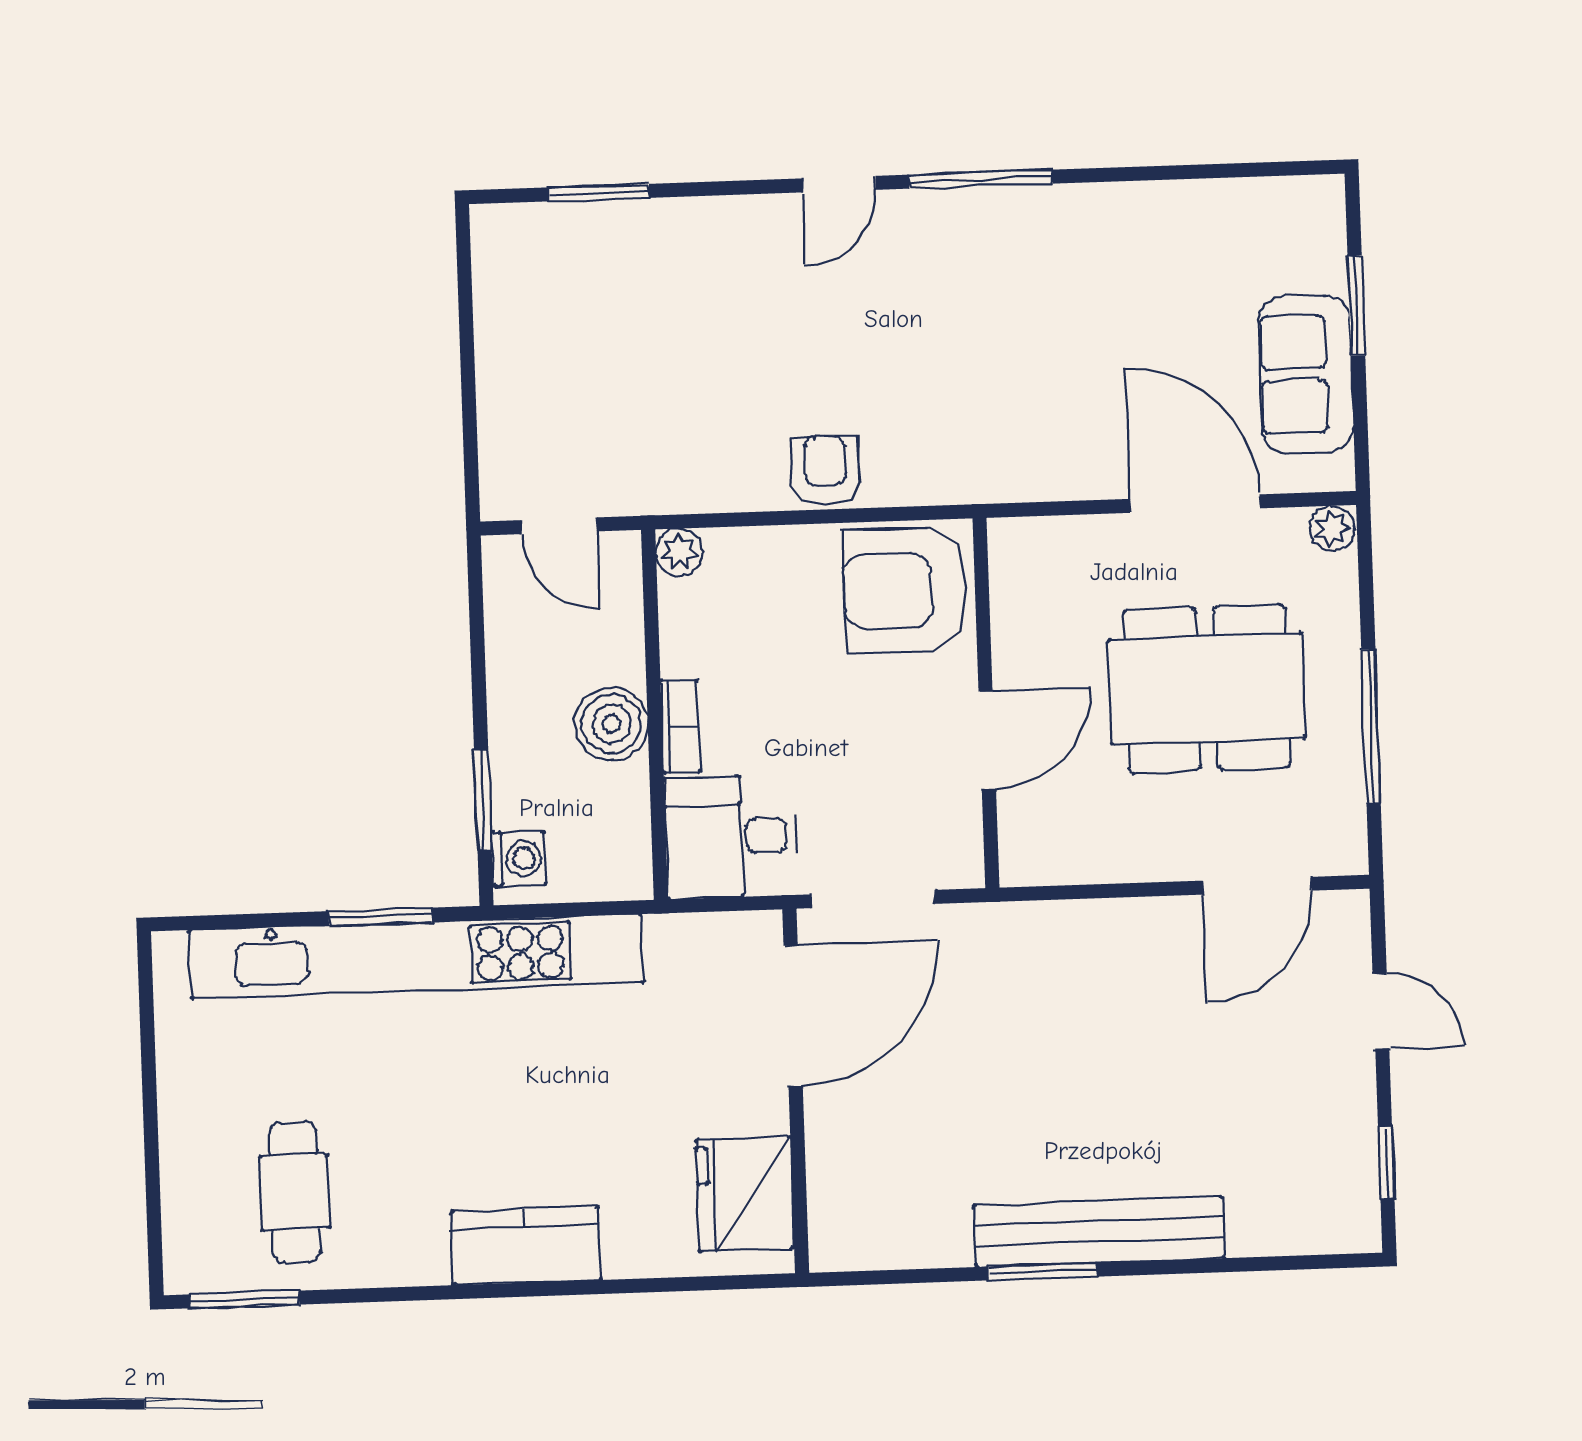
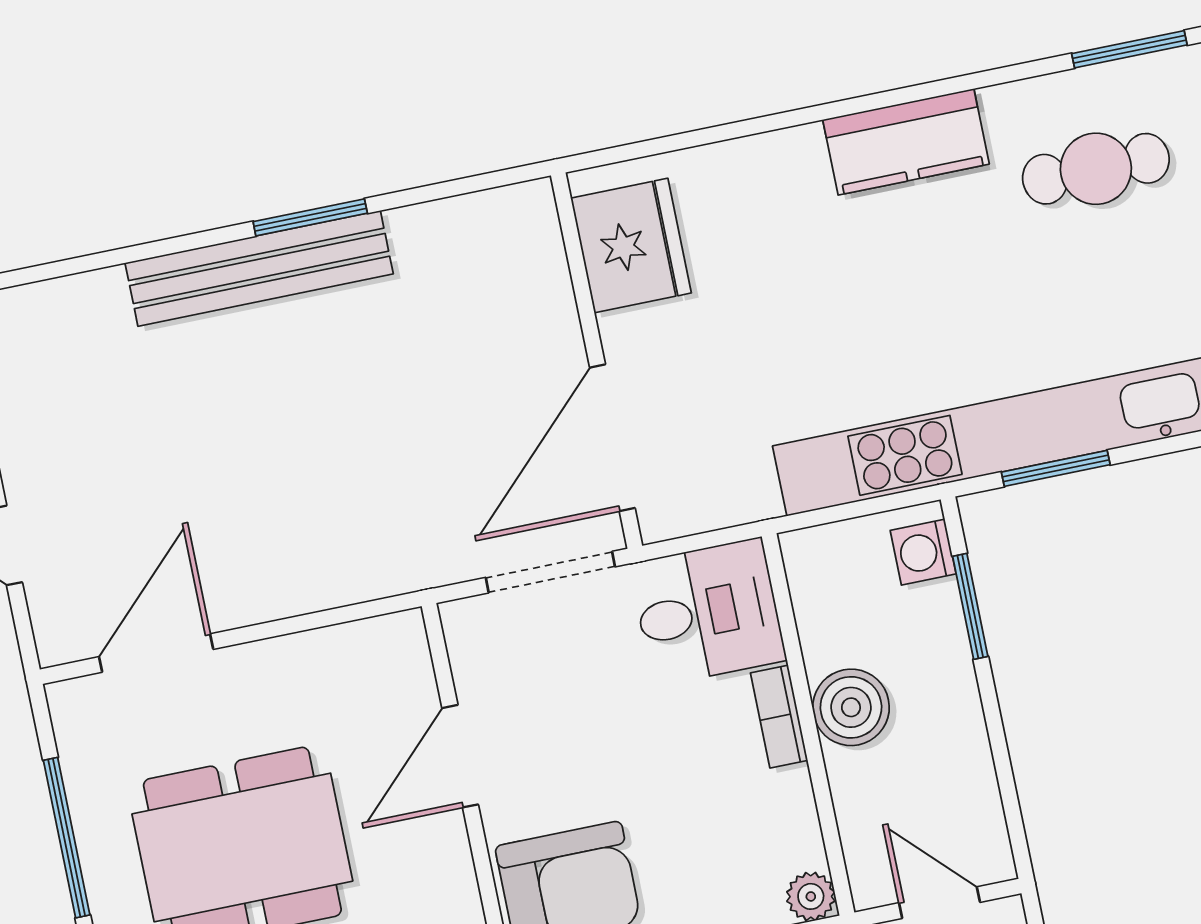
cafe table: (295, 1192) -> (1096, 169), turned 90
kitchen counter: (526, 1246) -> (906, 142), moved

